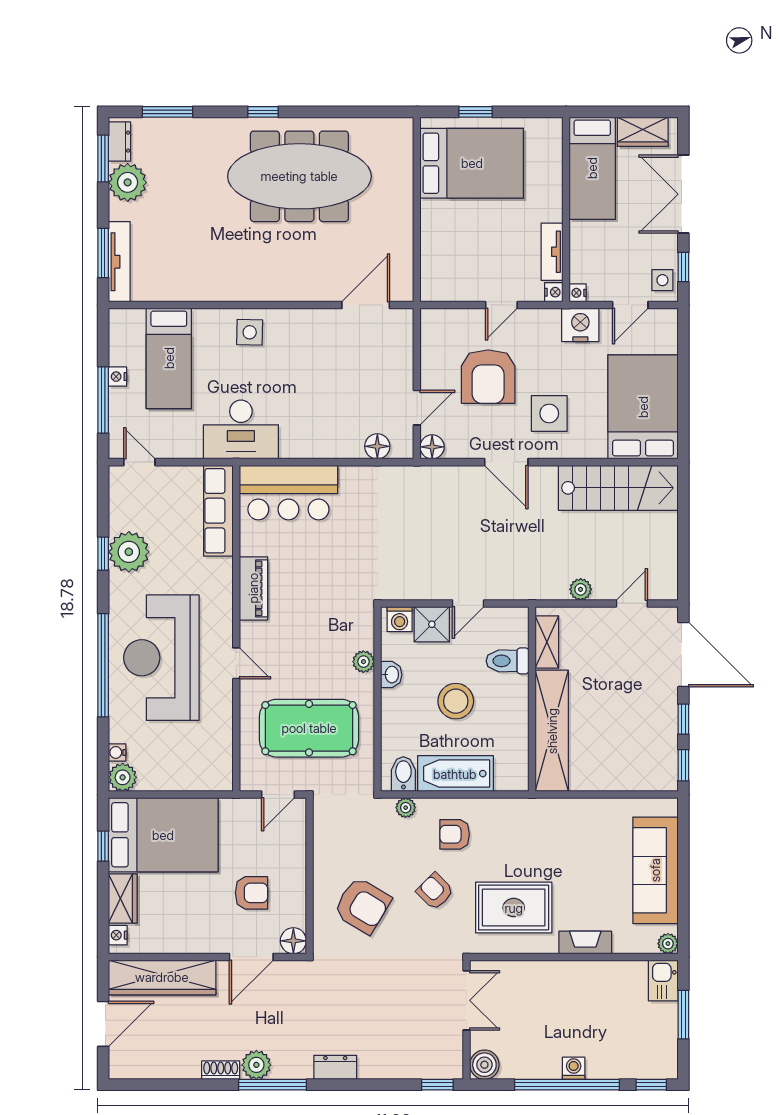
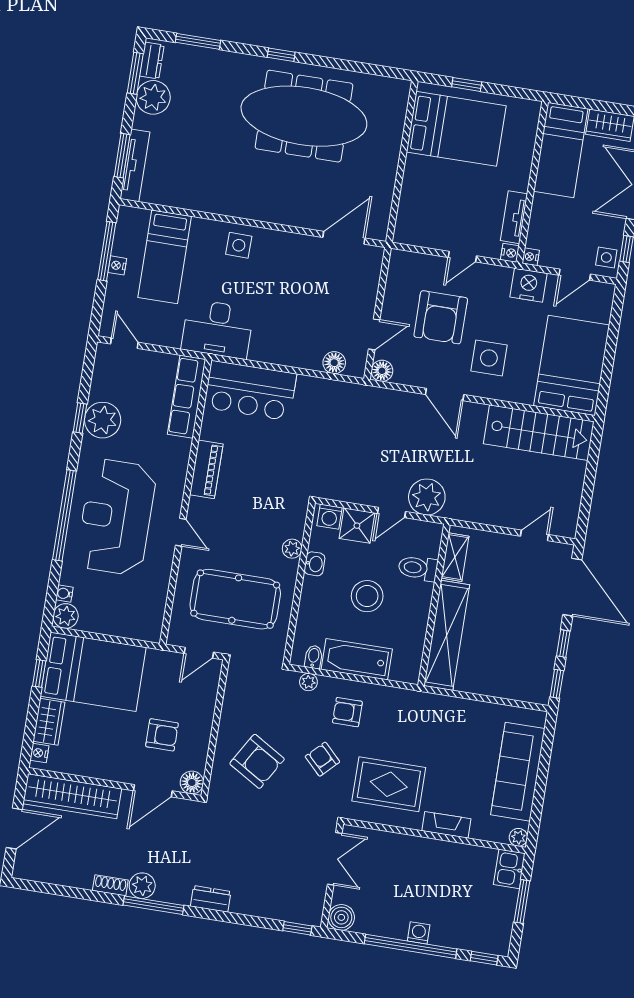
window: (103, 400) -> (107, 251), moved
plant: (581, 589) -> (427, 497), moved, width x1.88, depth x1.88
bidet: (403, 774) -> (313, 657), width x0.72, depth x0.74

